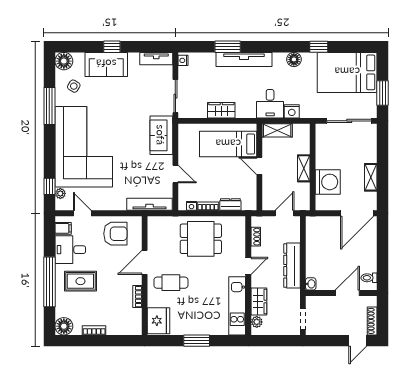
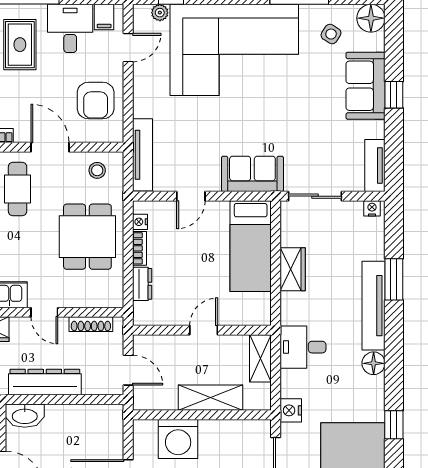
floor lamp: (294, 59) -> (374, 363), moved
nightstand: (292, 111) -> (291, 410), moved
bed: (228, 144) -> (251, 246), moved, turned 180
shelving: (304, 168) -> (211, 398), width x1.50, depth x1.33
stool: (159, 233) -> (97, 170), added
shoe rack: (256, 237) -> (91, 324), width x1.43
washbasin: (311, 284) -> (25, 416), width x1.91, depth x1.45

